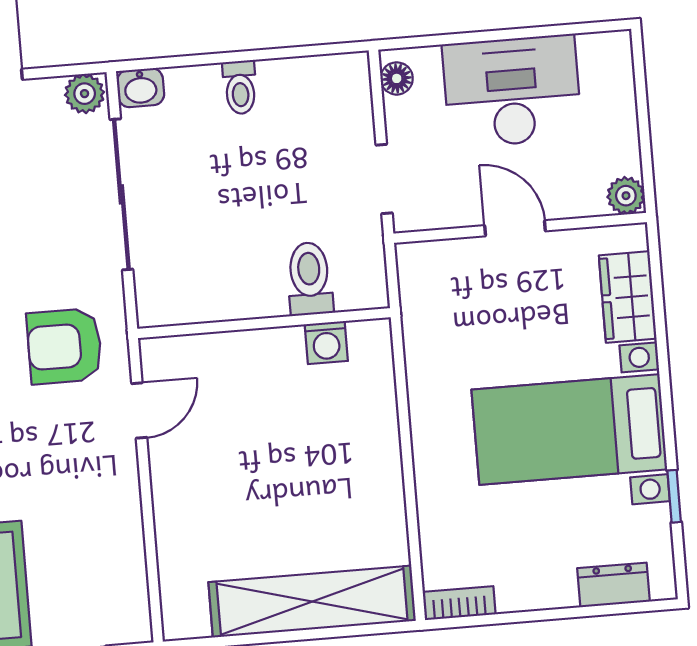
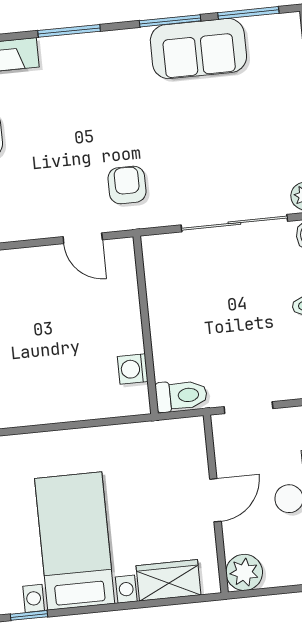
plant: (626, 196) -> (244, 572), width x1.38, depth x1.38
toilet: (310, 279) -> (181, 396), moved
armchair: (64, 346) -> (127, 185), width x0.72, depth x0.72

